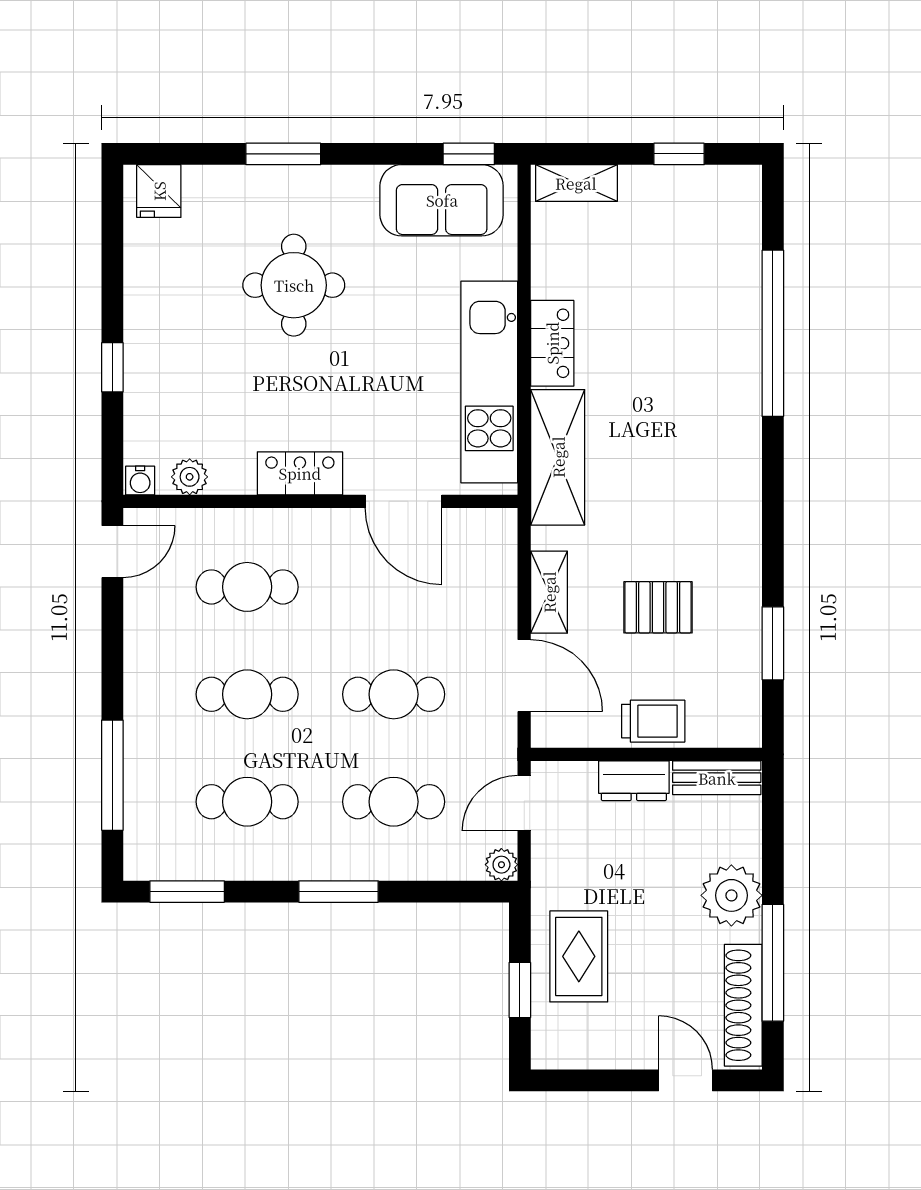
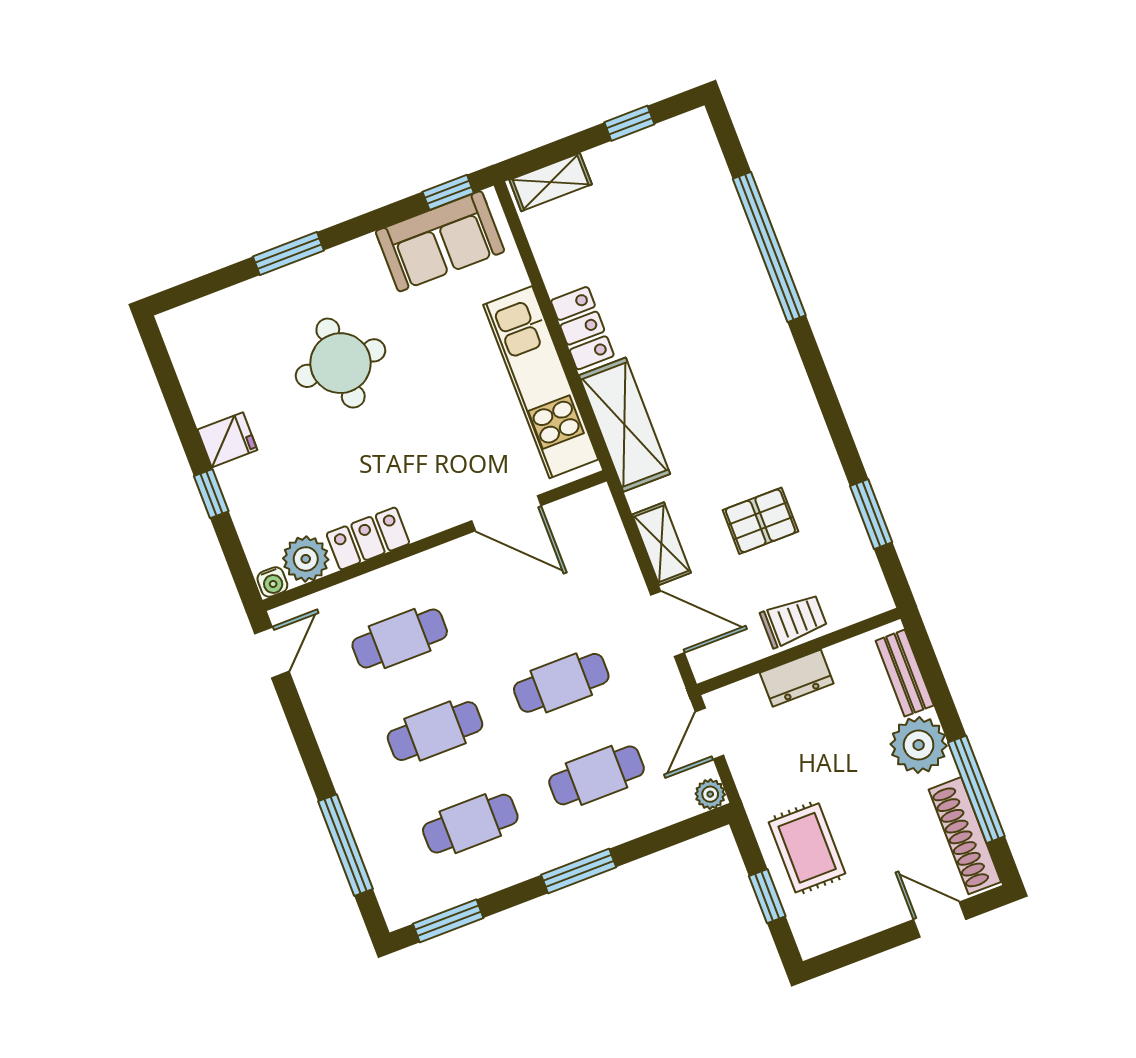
fridge: (159, 191) -> (227, 440), moved, turned -90
locker: (300, 473) -> (368, 538), moved
plant: (190, 477) -> (306, 559), width x1.38, depth x1.38
bench: (717, 778) -> (905, 673), moved, turned 90

